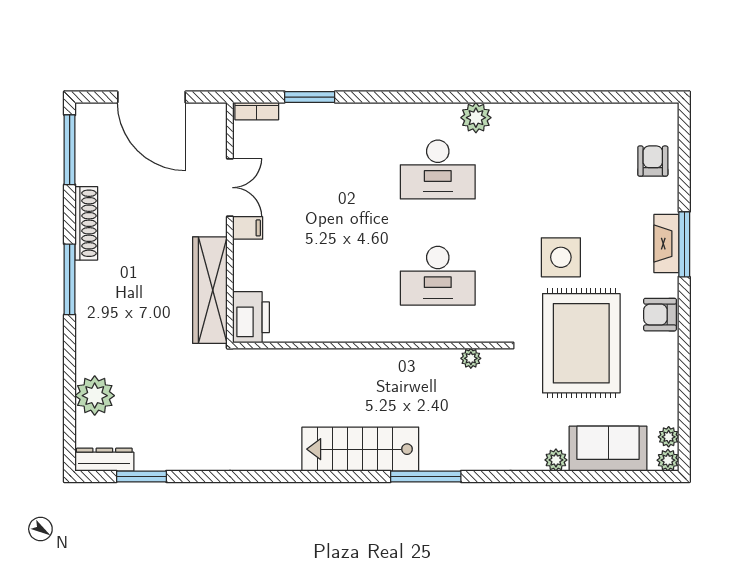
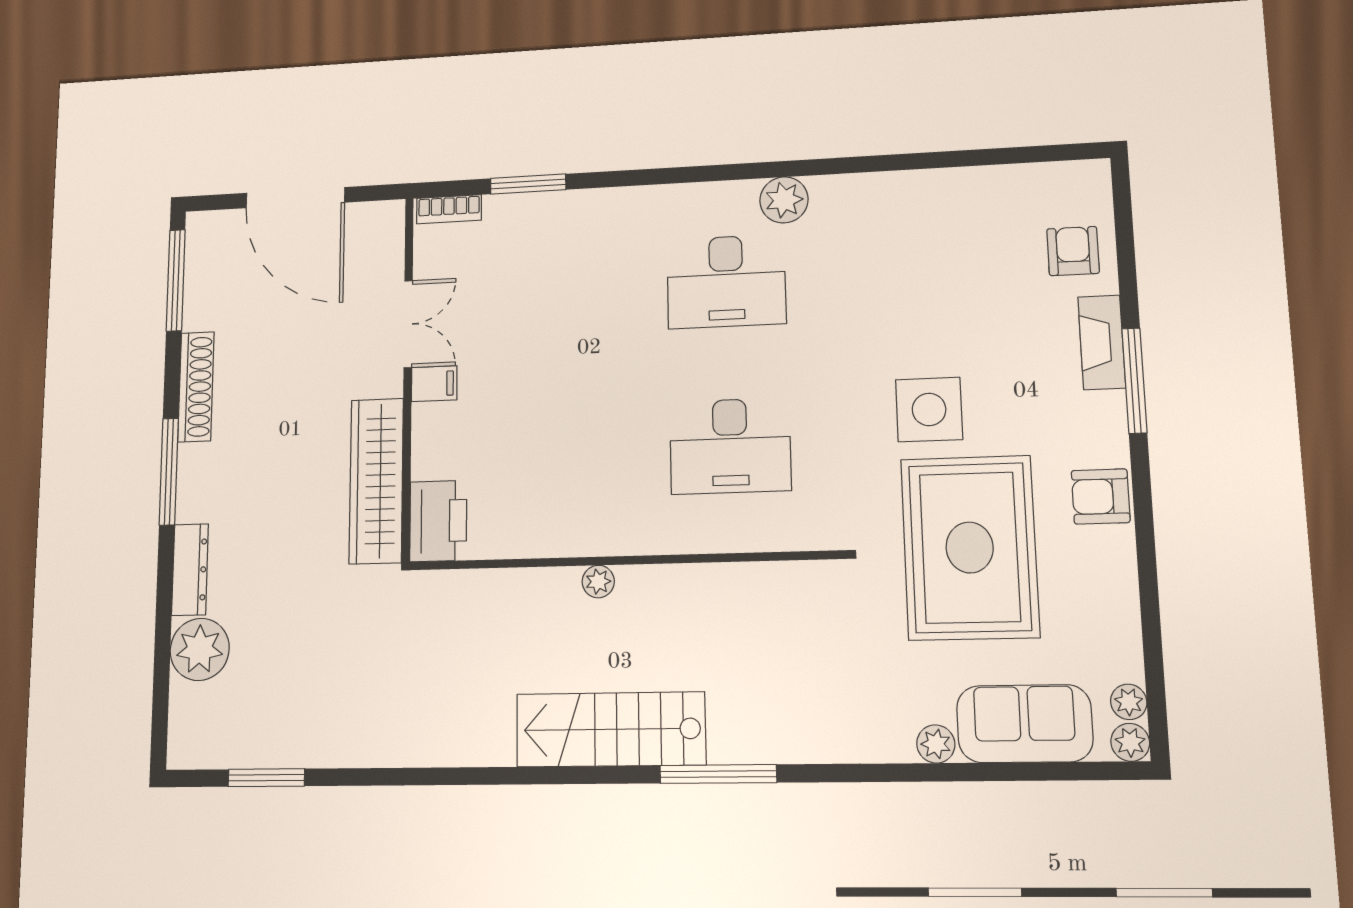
fireplace: (666, 244) -> (1102, 342), moved
plant: (471, 358) -> (598, 582), moved
dresser: (104, 460) -> (190, 570), moved, turned 90

